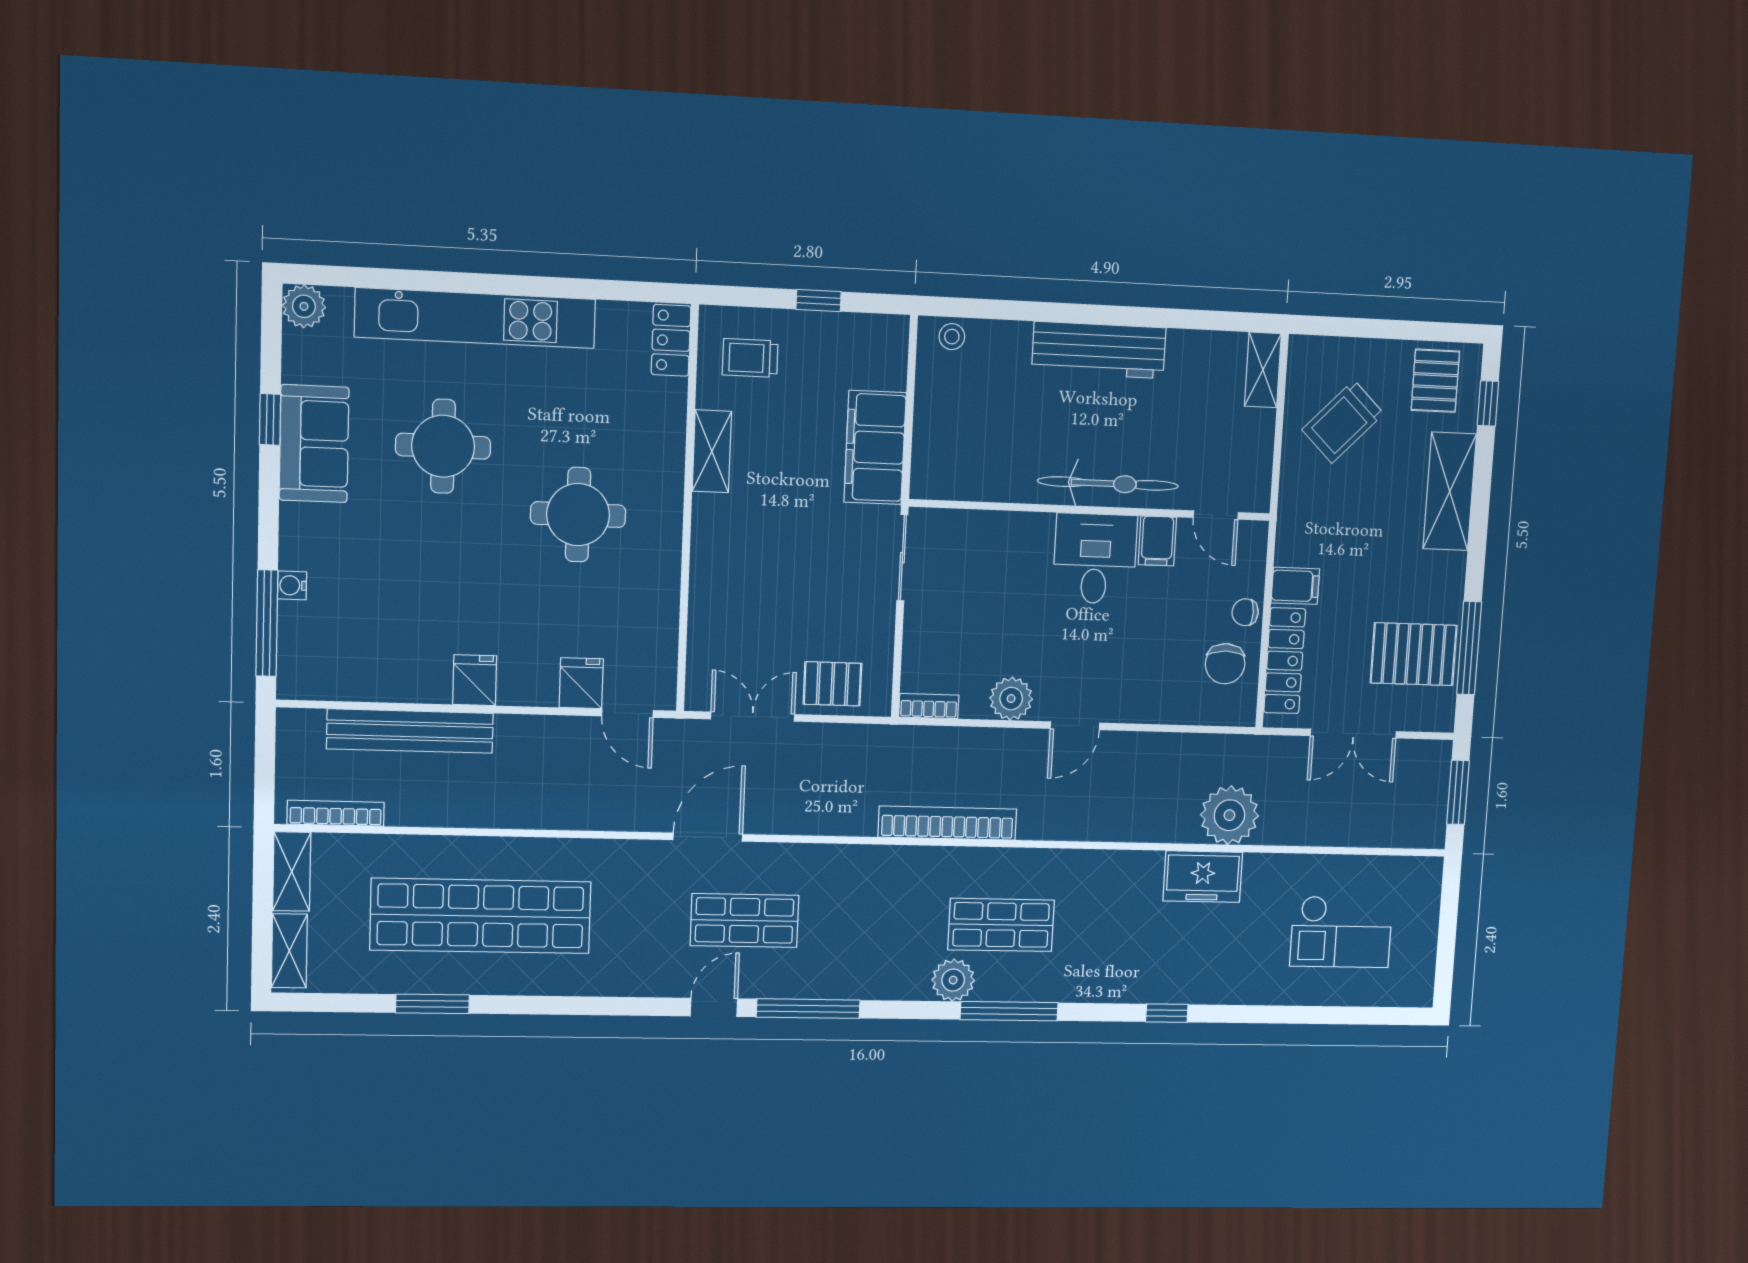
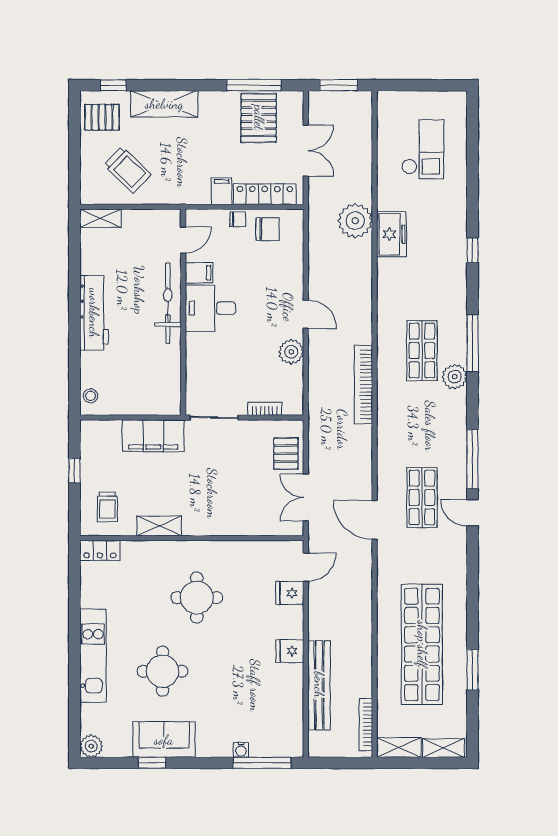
kitchen unit: (475, 318) -> (93, 656), width x0.73
chair: (1245, 612) -> (238, 219), turned -90
bookcase: (929, 706) -> (265, 409), moved, turned 90

